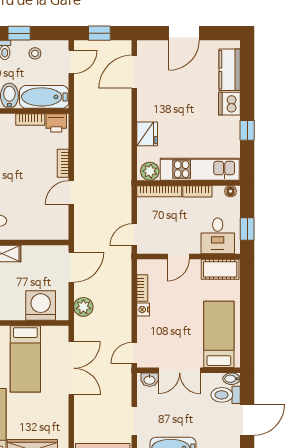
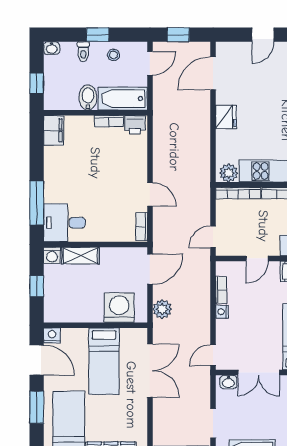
door: (184, 33) -> (263, 35), width x0.73
fridge: (147, 134) -> (226, 117), moved
bookcase: (63, 163) -> (142, 227), moved
door: (71, 193) -> (150, 194), swing flipped

